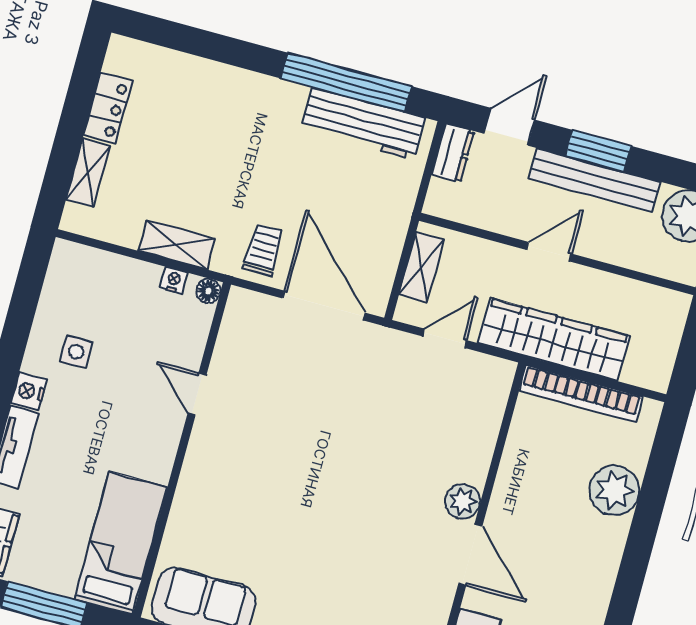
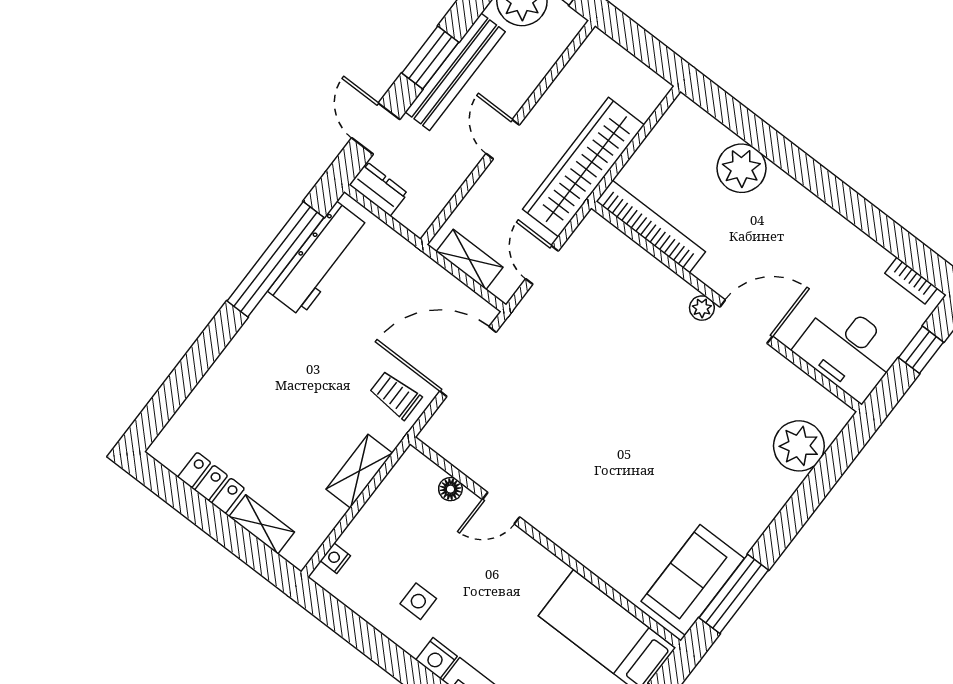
nightstand: (174, 280) -> (335, 558), moved
floor lamp: (208, 291) -> (450, 489), moved
bookcase: (581, 394) -> (651, 227), moved, turned -90
plant: (463, 501) -> (702, 308), width x0.73, depth x0.73

